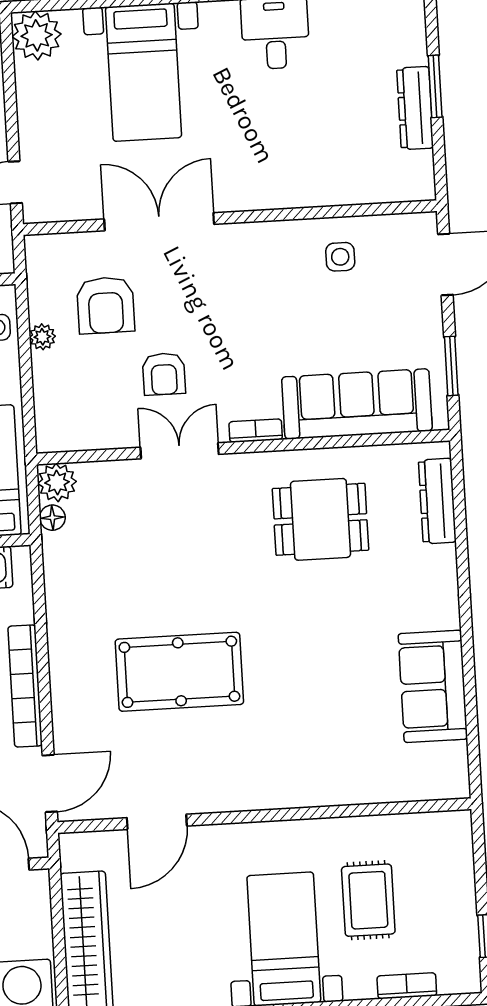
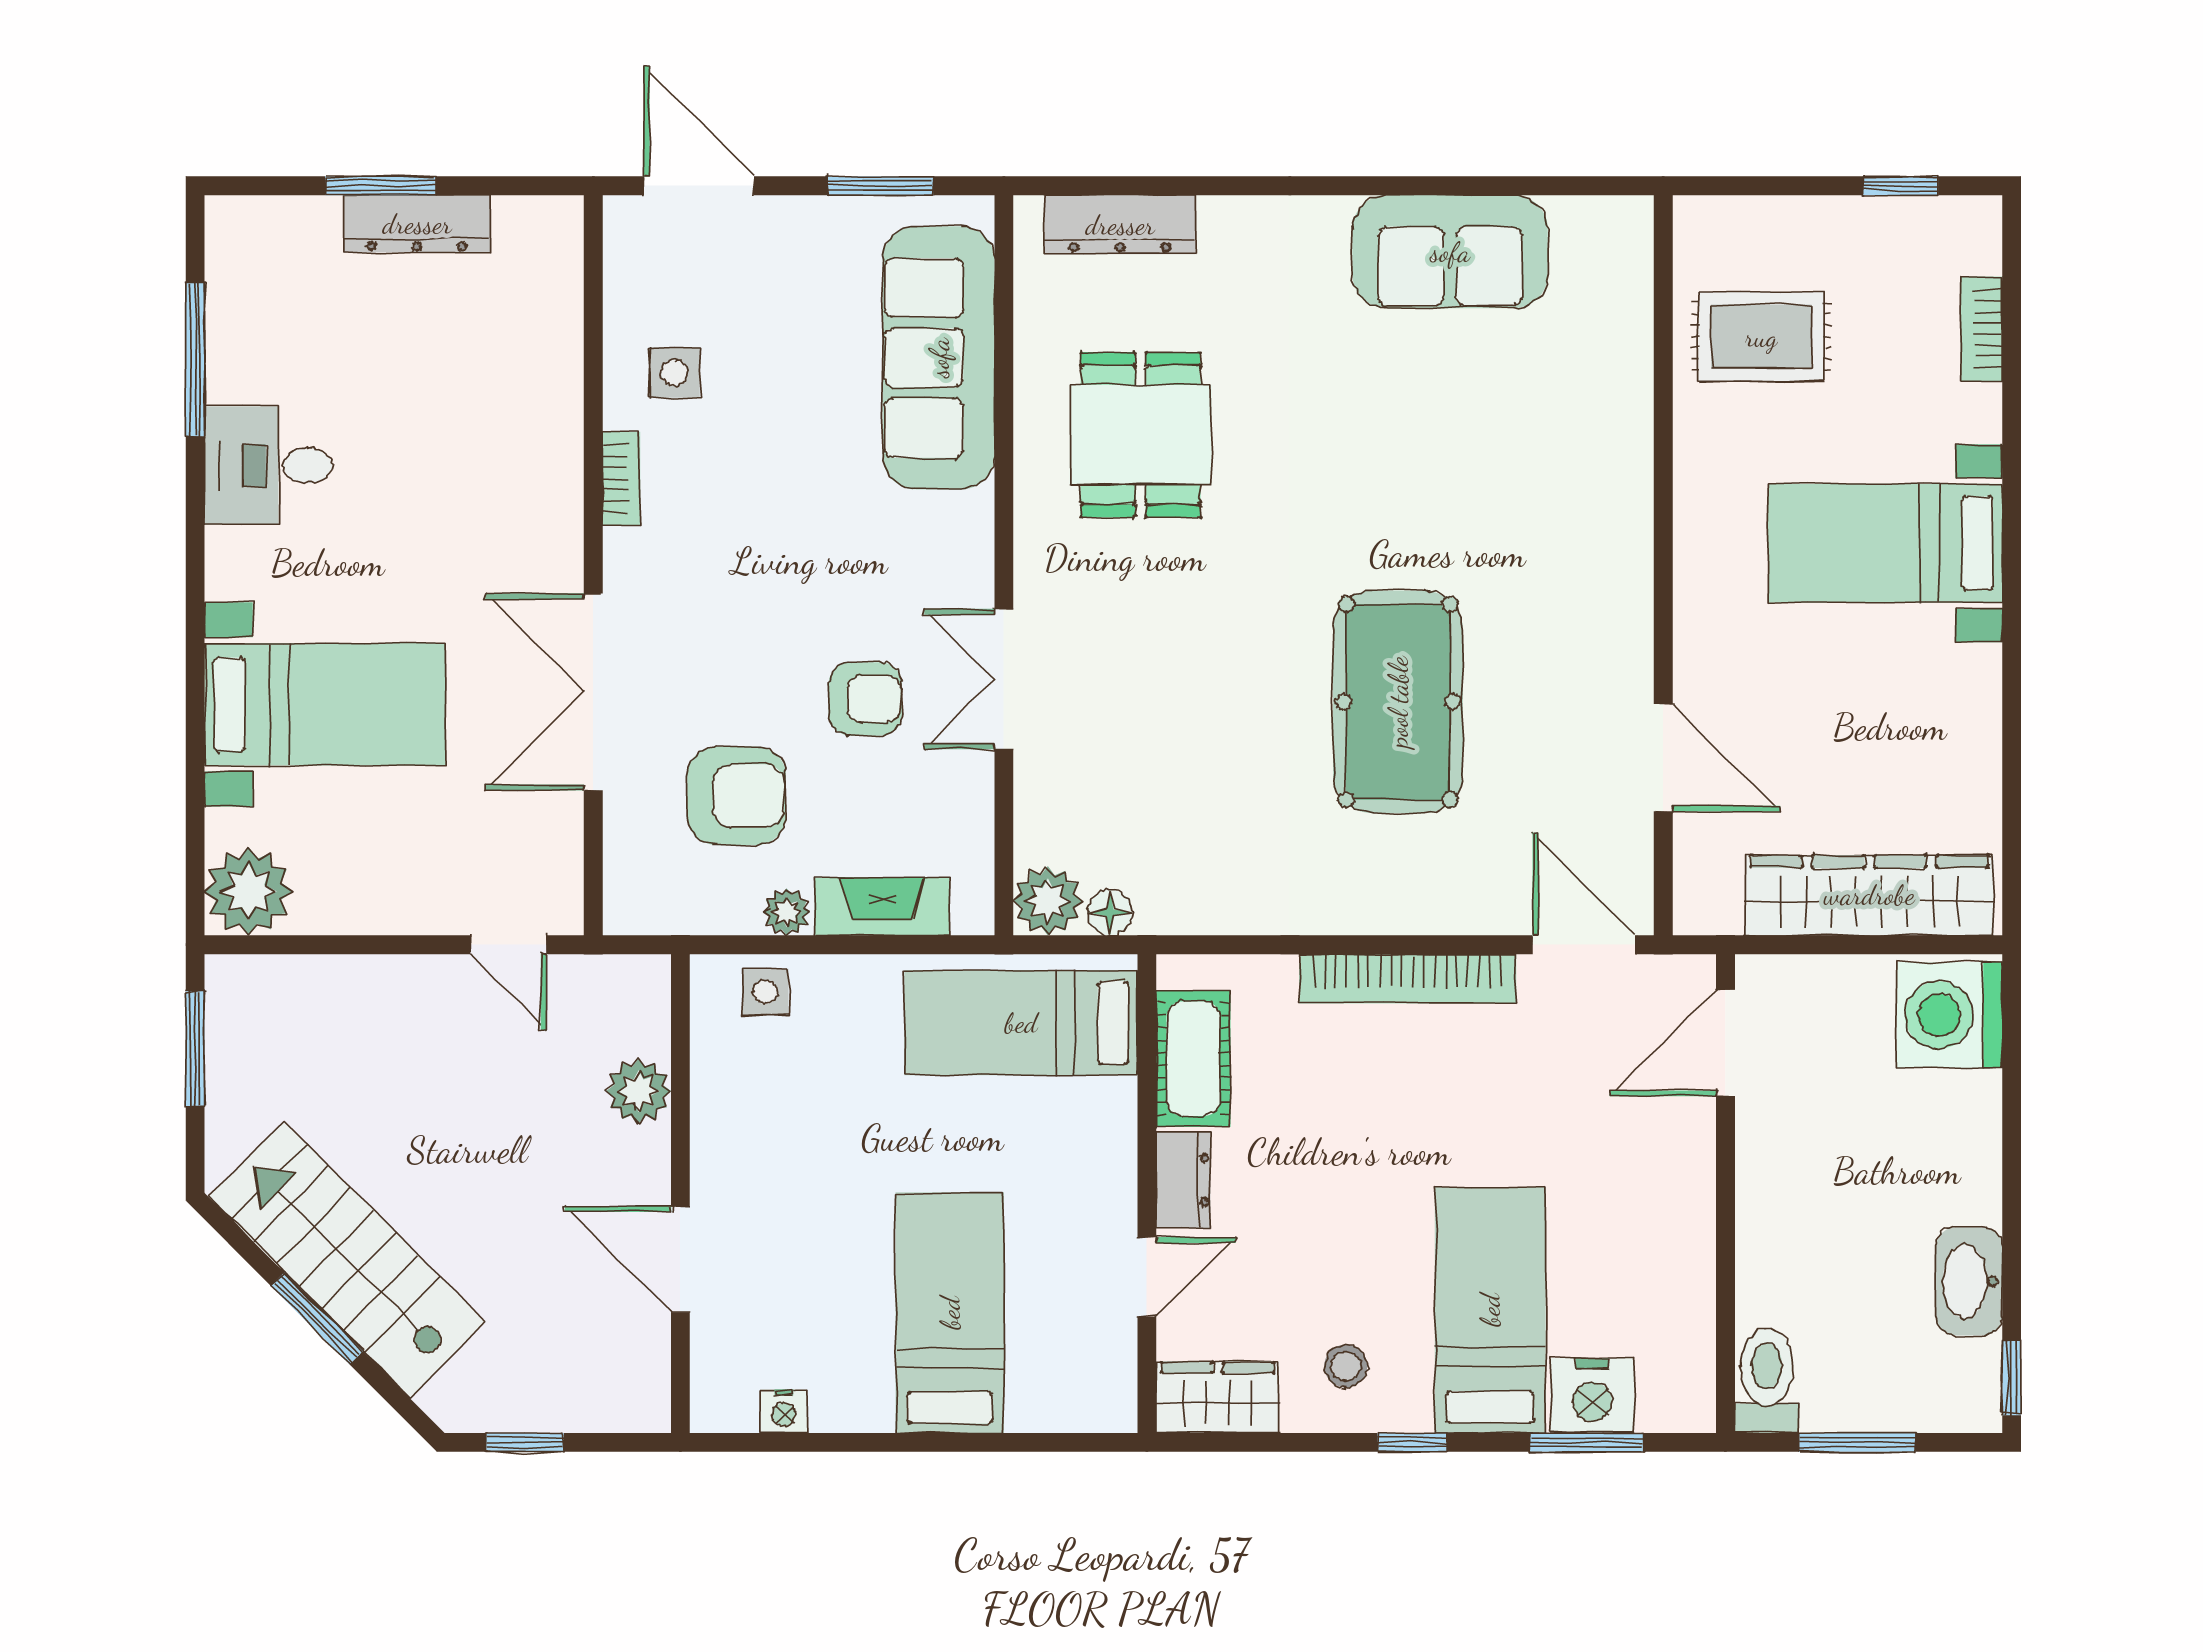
fireplace: (48, 390) -> (882, 907), added
bookcase: (256, 431) -> (621, 479), moved, turned 180
rug: (368, 900) -> (1761, 337), moved

